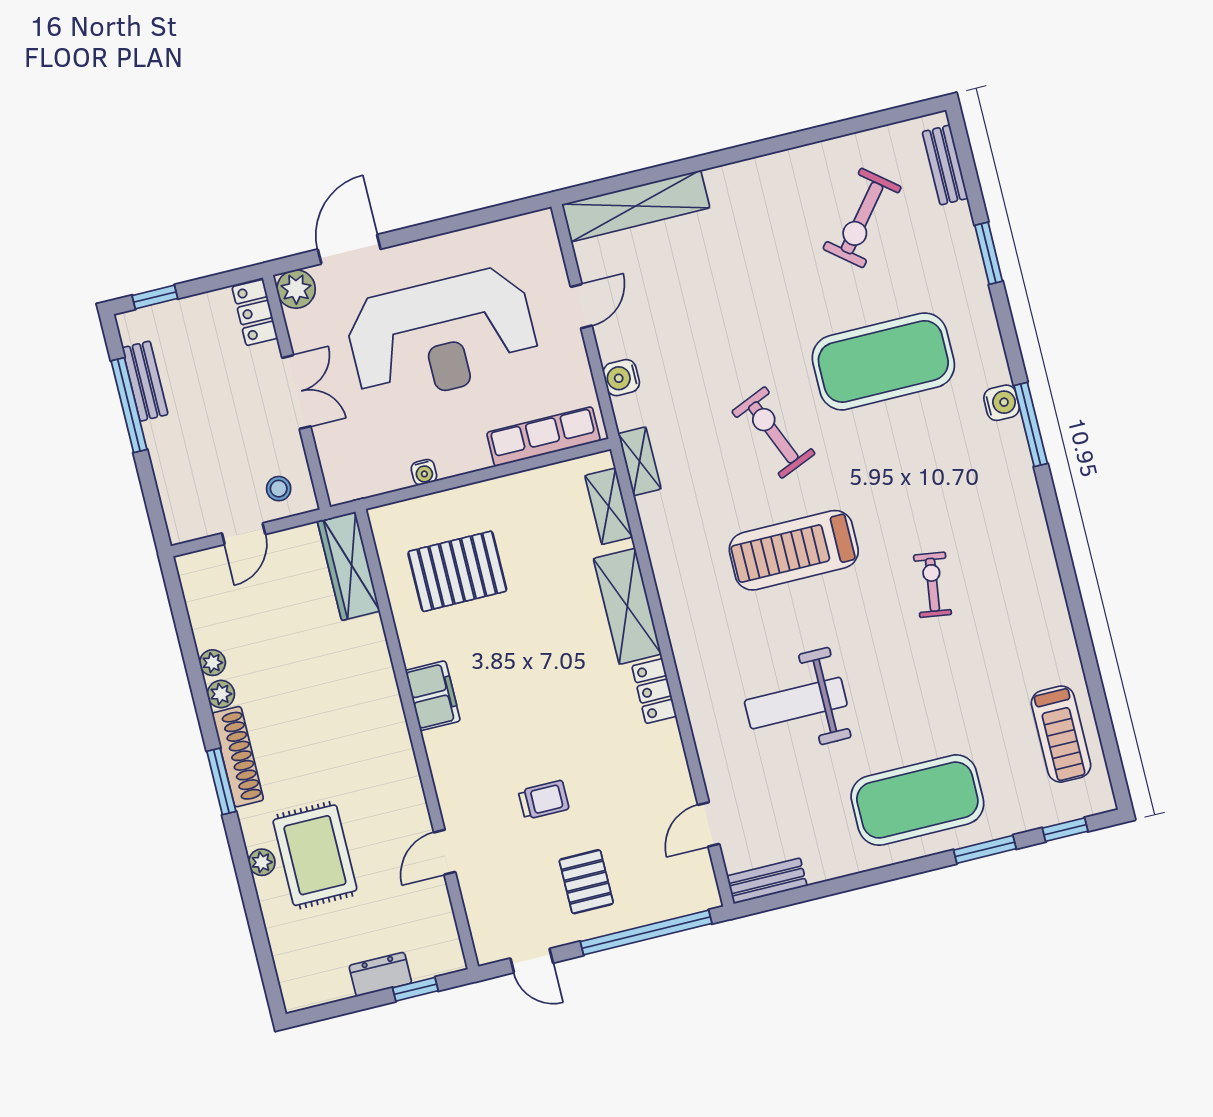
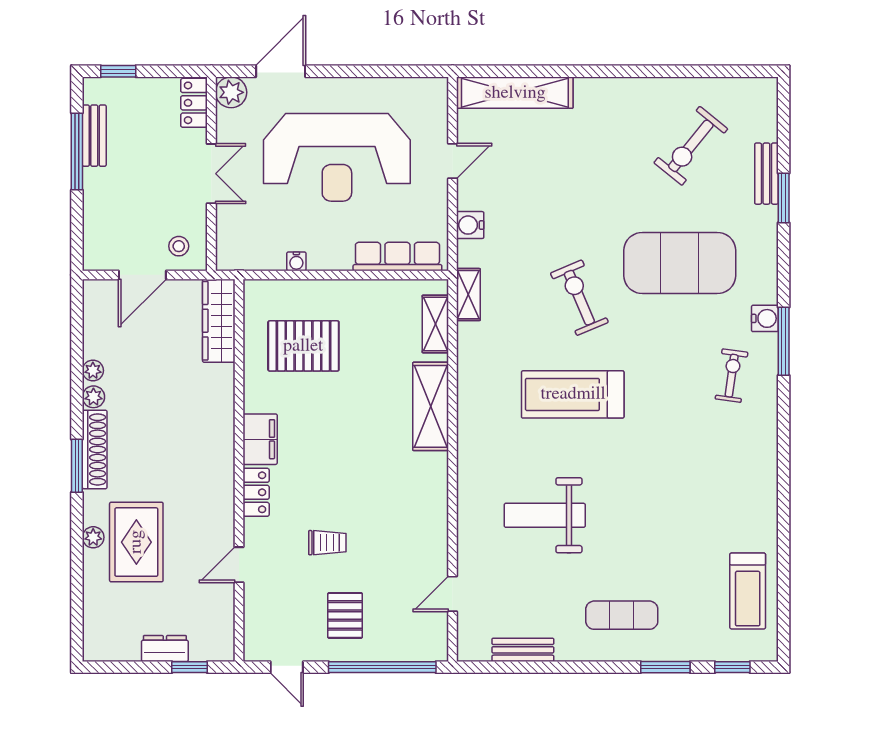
bench: (945, 165) -> (766, 174), moved
door: (244, 534) -> (142, 275), width x1.38
exercise bike: (933, 585) -> (732, 376), moved
locker: (654, 691) -> (256, 492), moved, turned 180
exercise mat: (917, 800) -> (622, 615), width x0.50, depth x0.69
bench: (767, 881) -> (523, 650), moved

